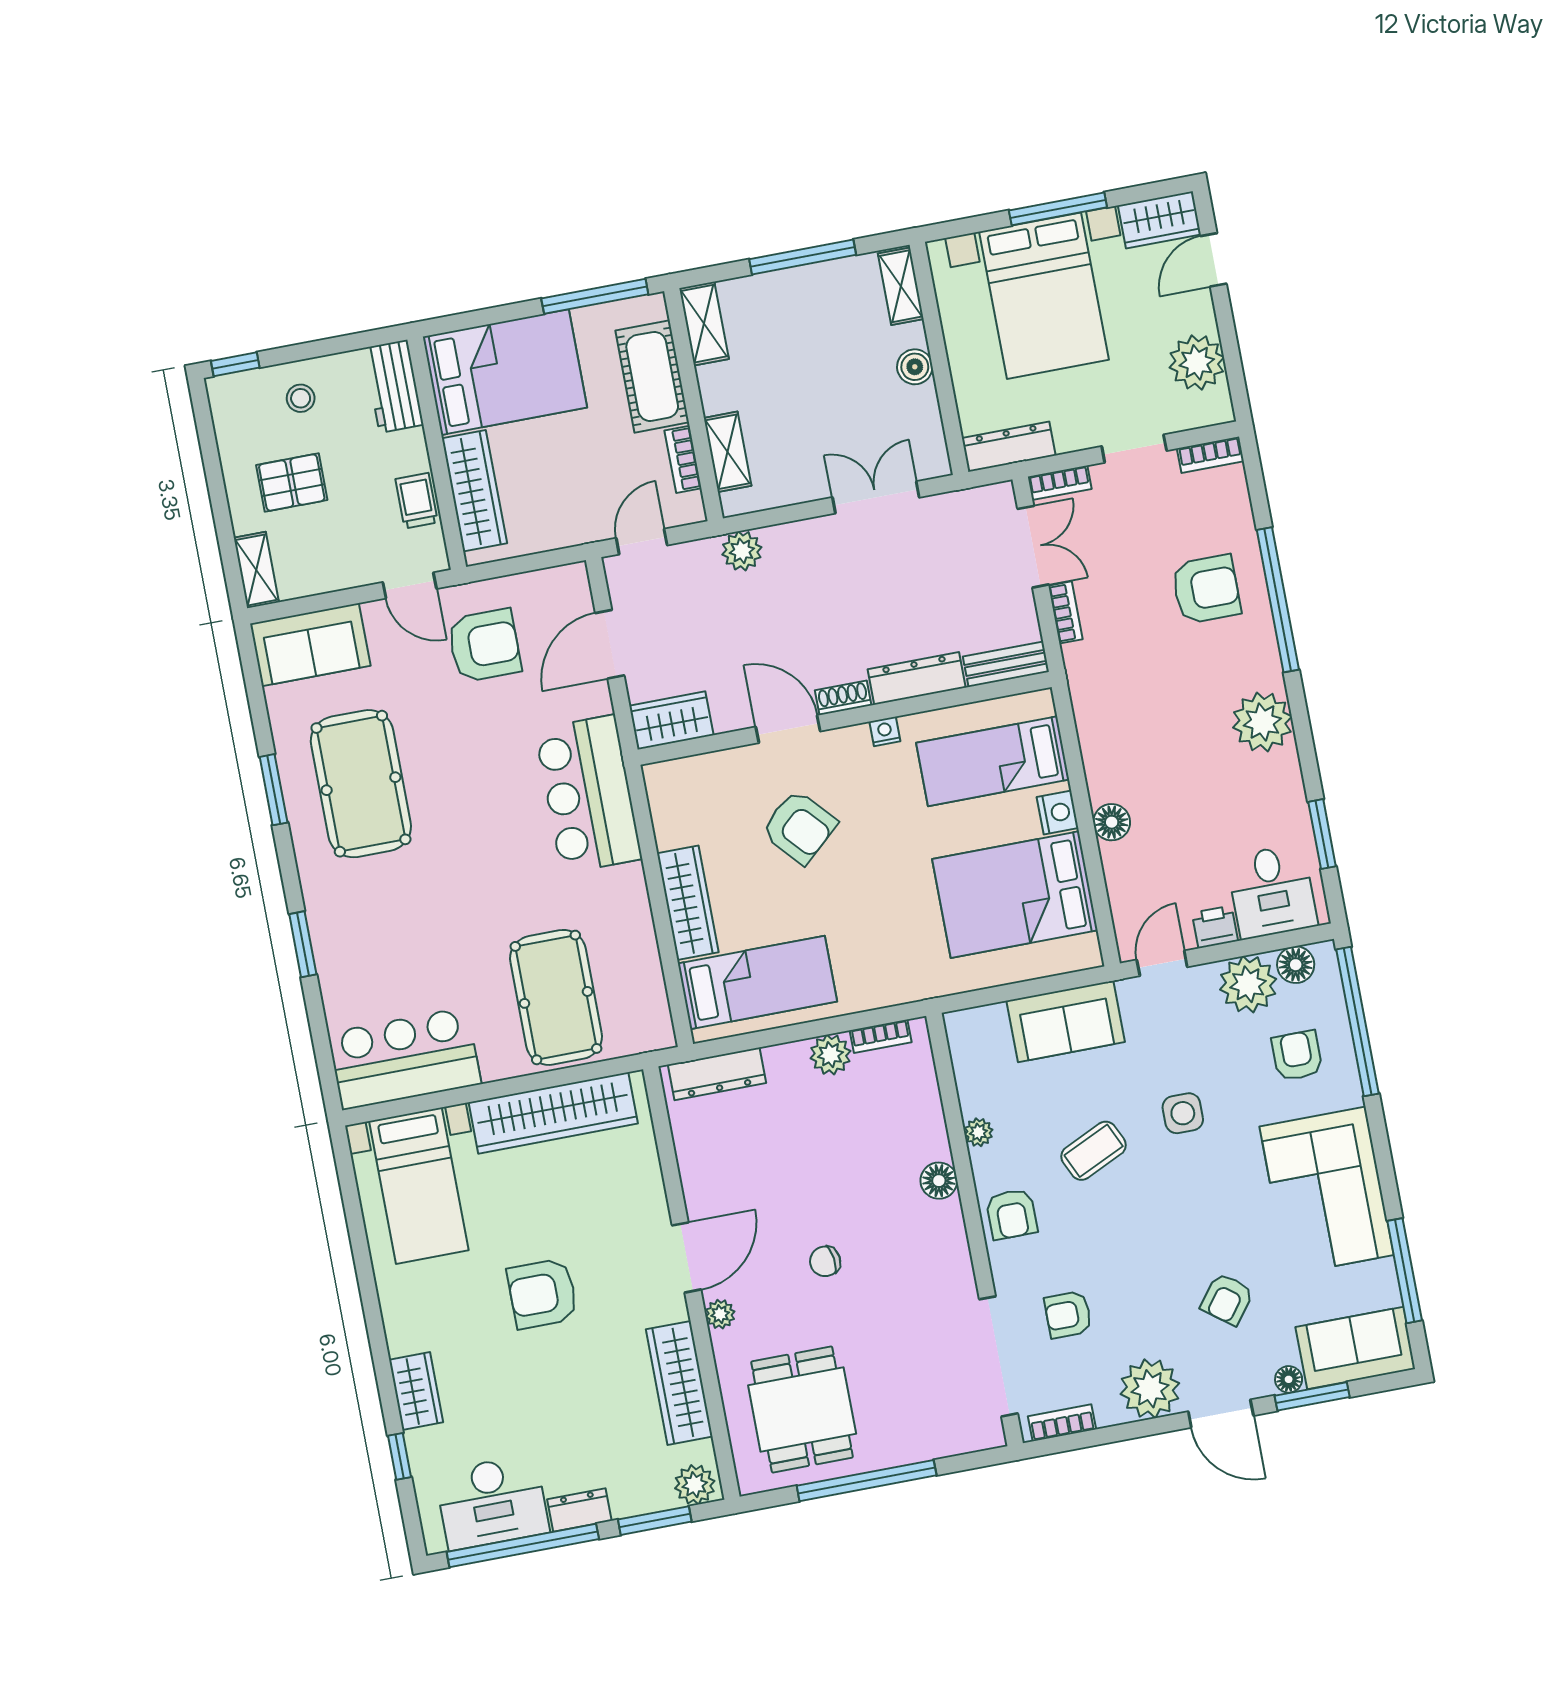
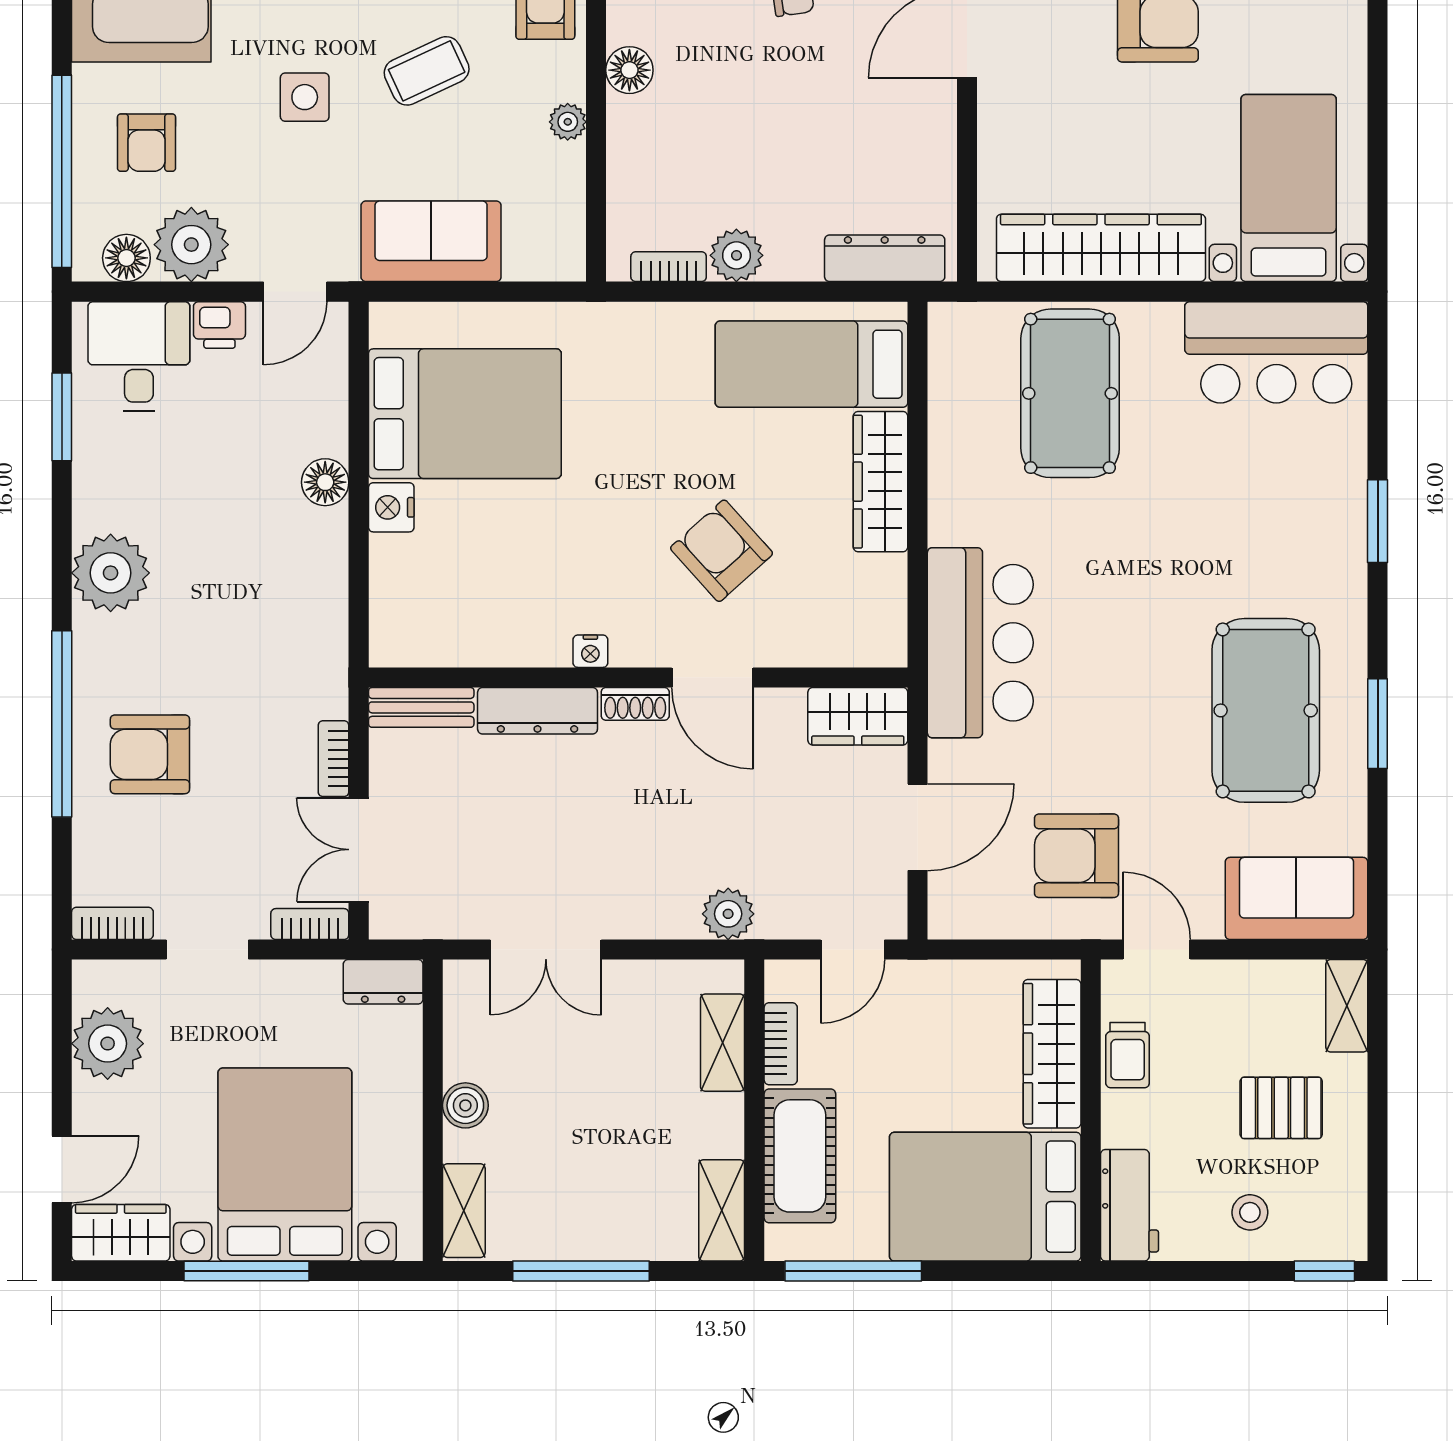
dresser: (1009, 447) -> (383, 982), width x0.70
bed: (993, 761) -> (461, 588), removed

